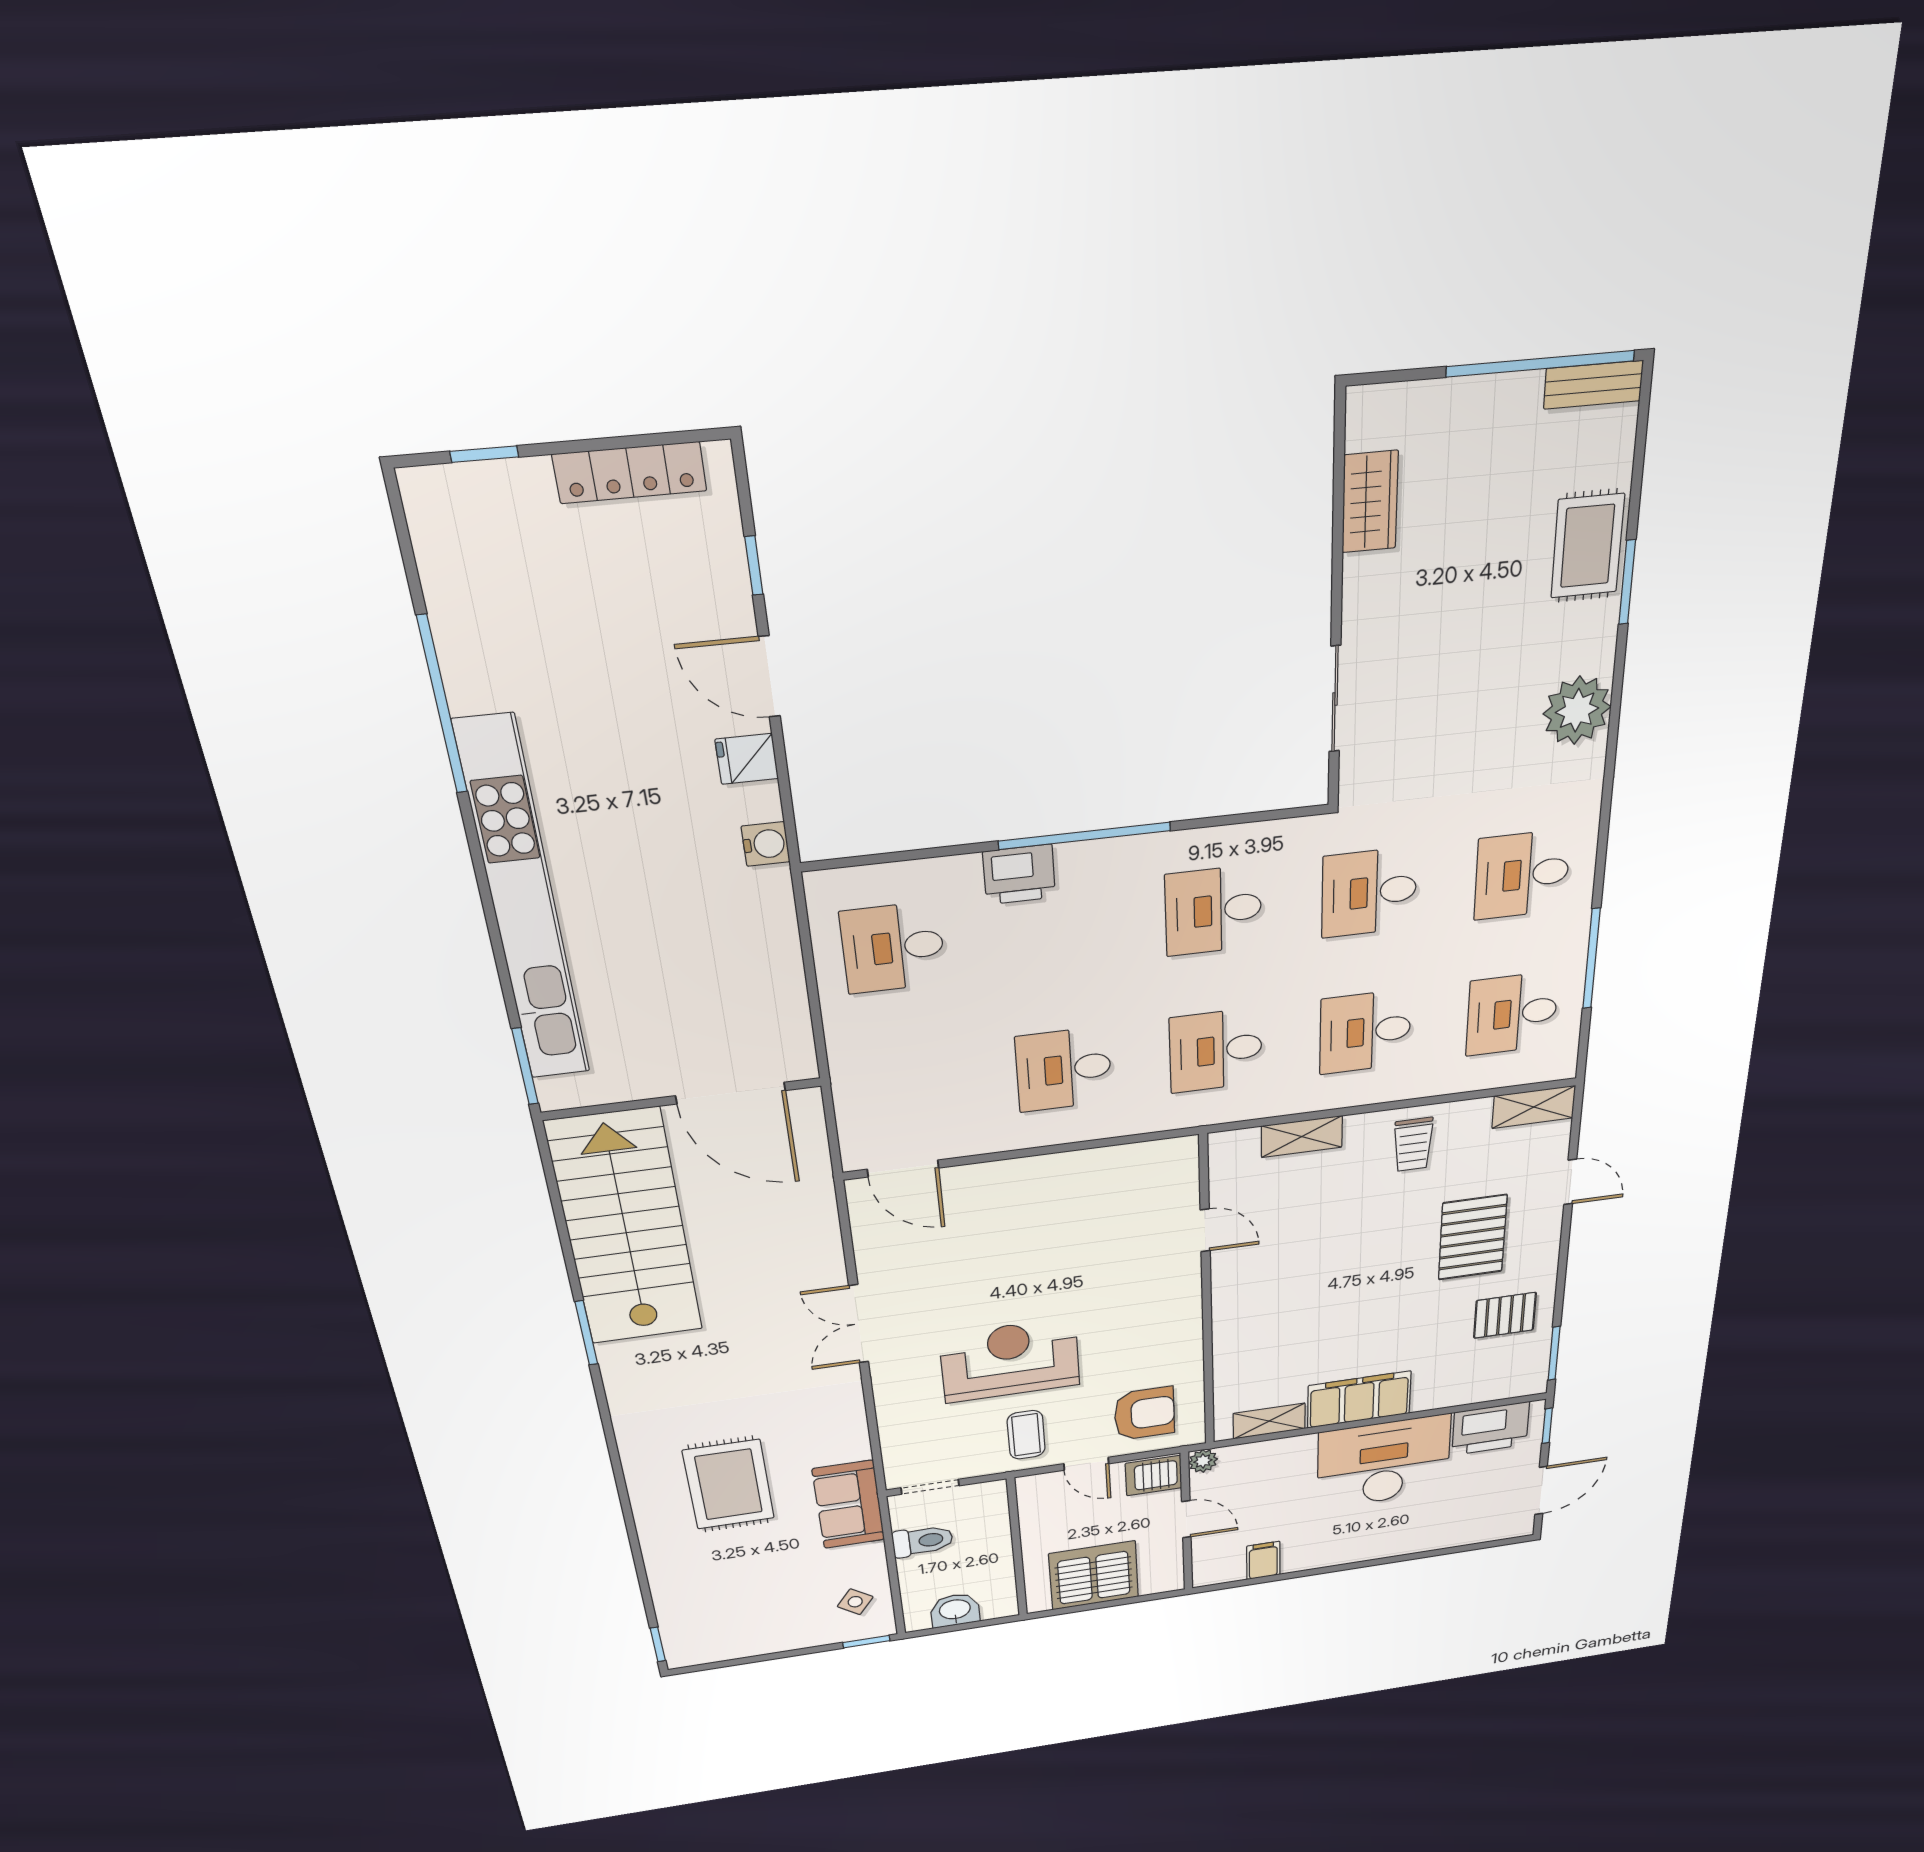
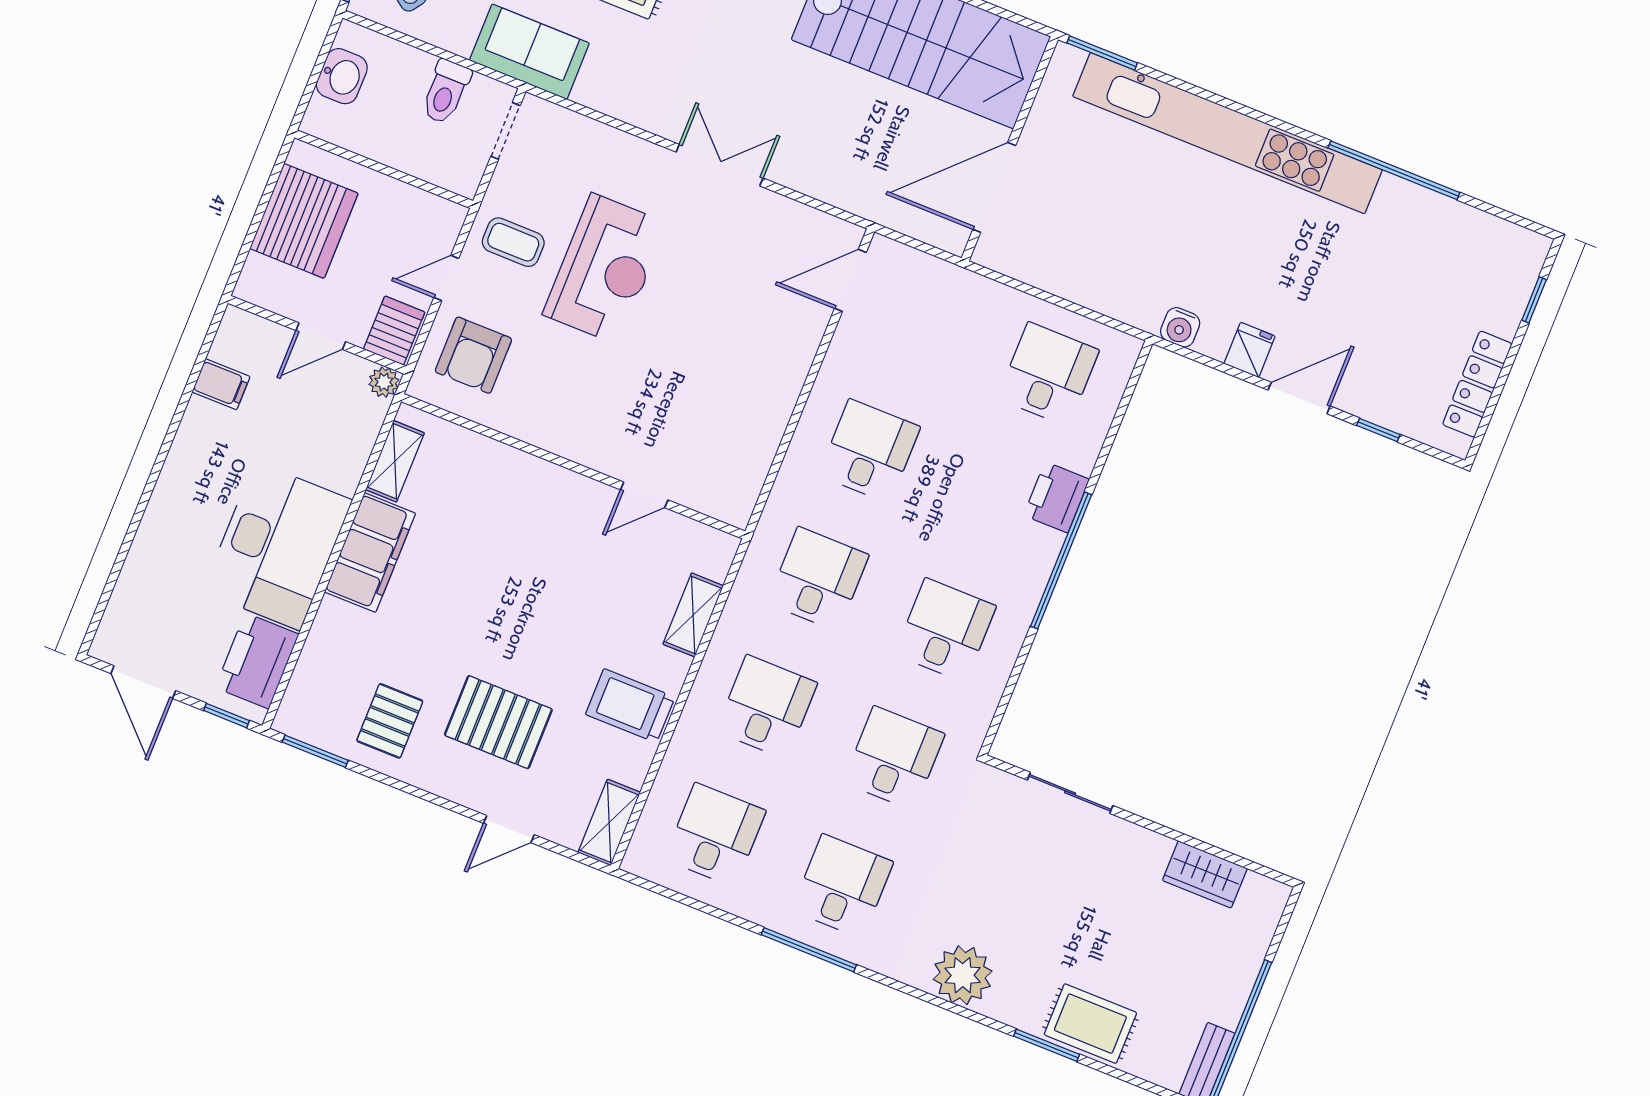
window: (1591, 959) -> (809, 950), moved
trolley: (1413, 1144) -> (630, 706), width x1.36, depth x1.39

